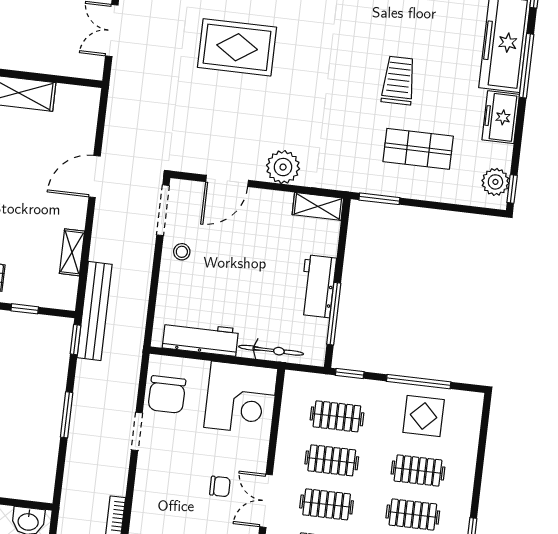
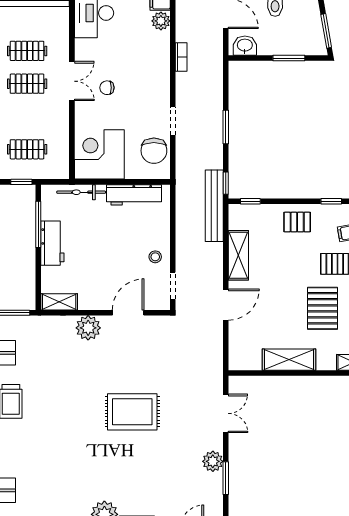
doorway: (163, 210) -> (173, 286), width x0.73
shelving: (72, 252) -> (238, 255), width x1.50, depth x1.33
window: (25, 309) -> (250, 201), moved
chair: (167, 394) -> (154, 151), turned 180
clothes rail: (332, 460) -> (27, 116), removed

